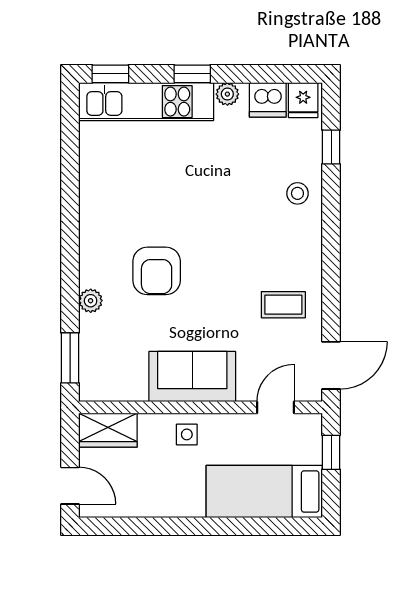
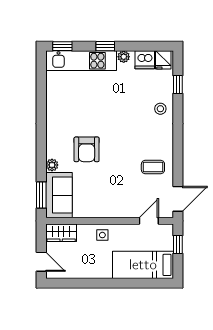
sofa: (192, 376) -> (59, 195), moved, turned 90

